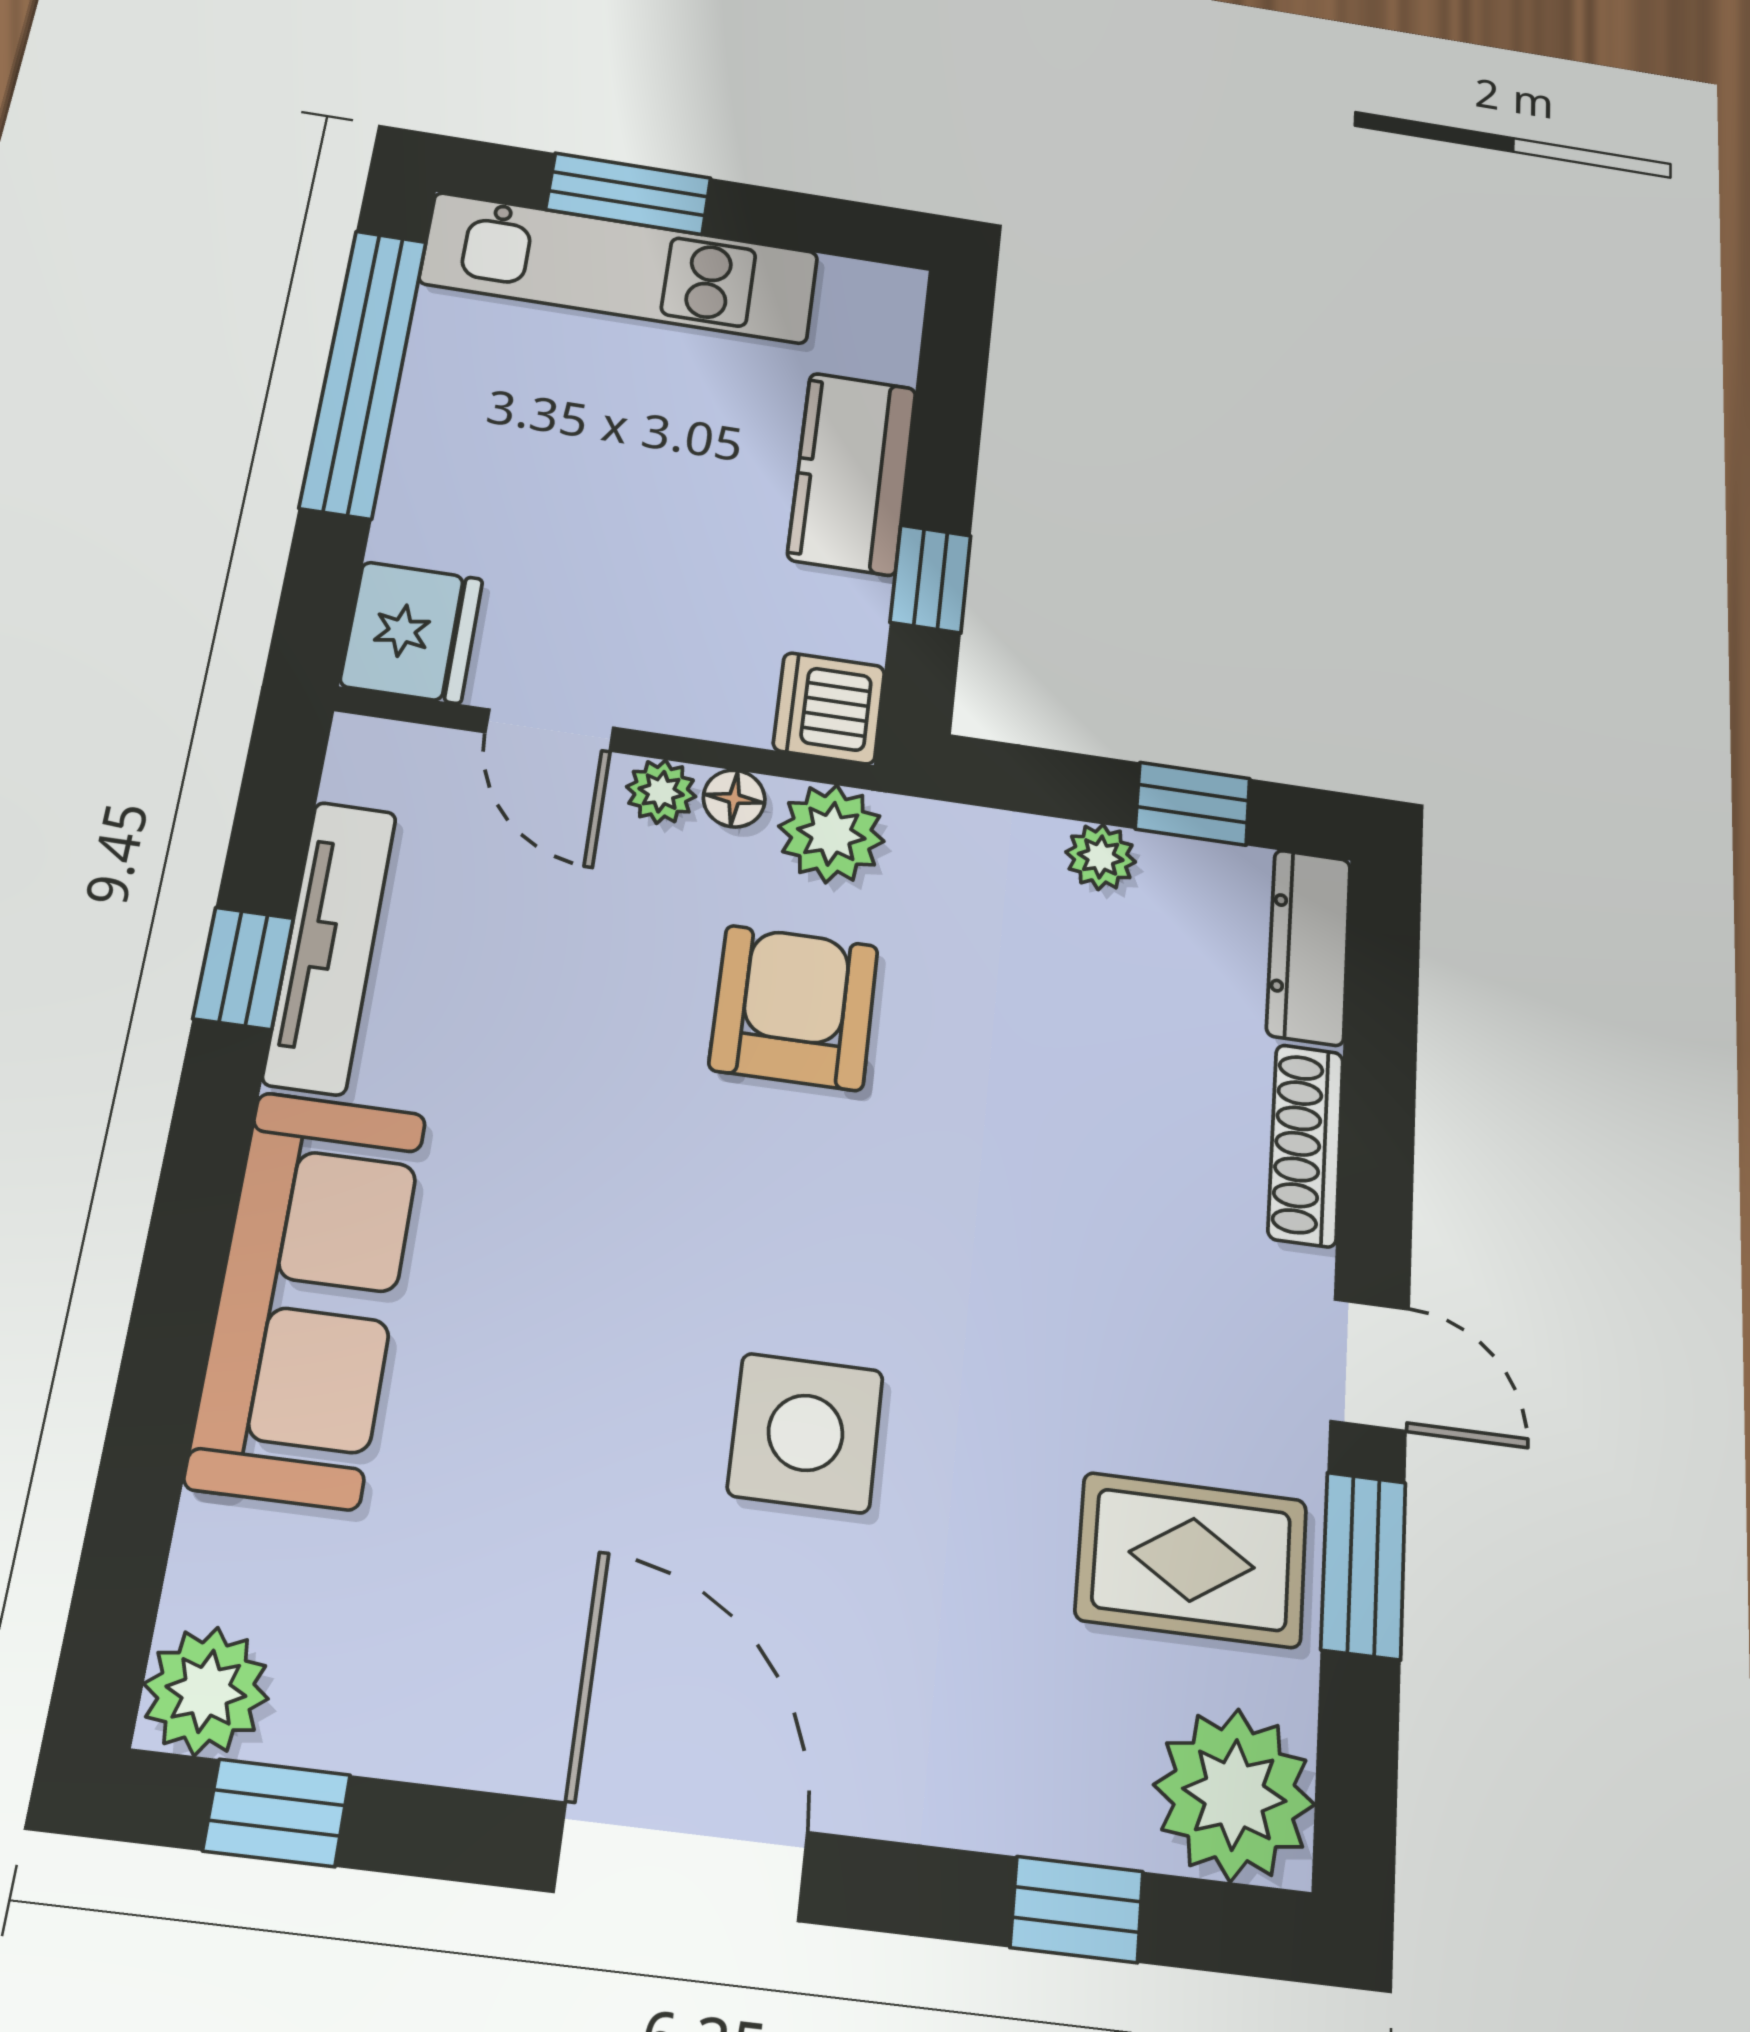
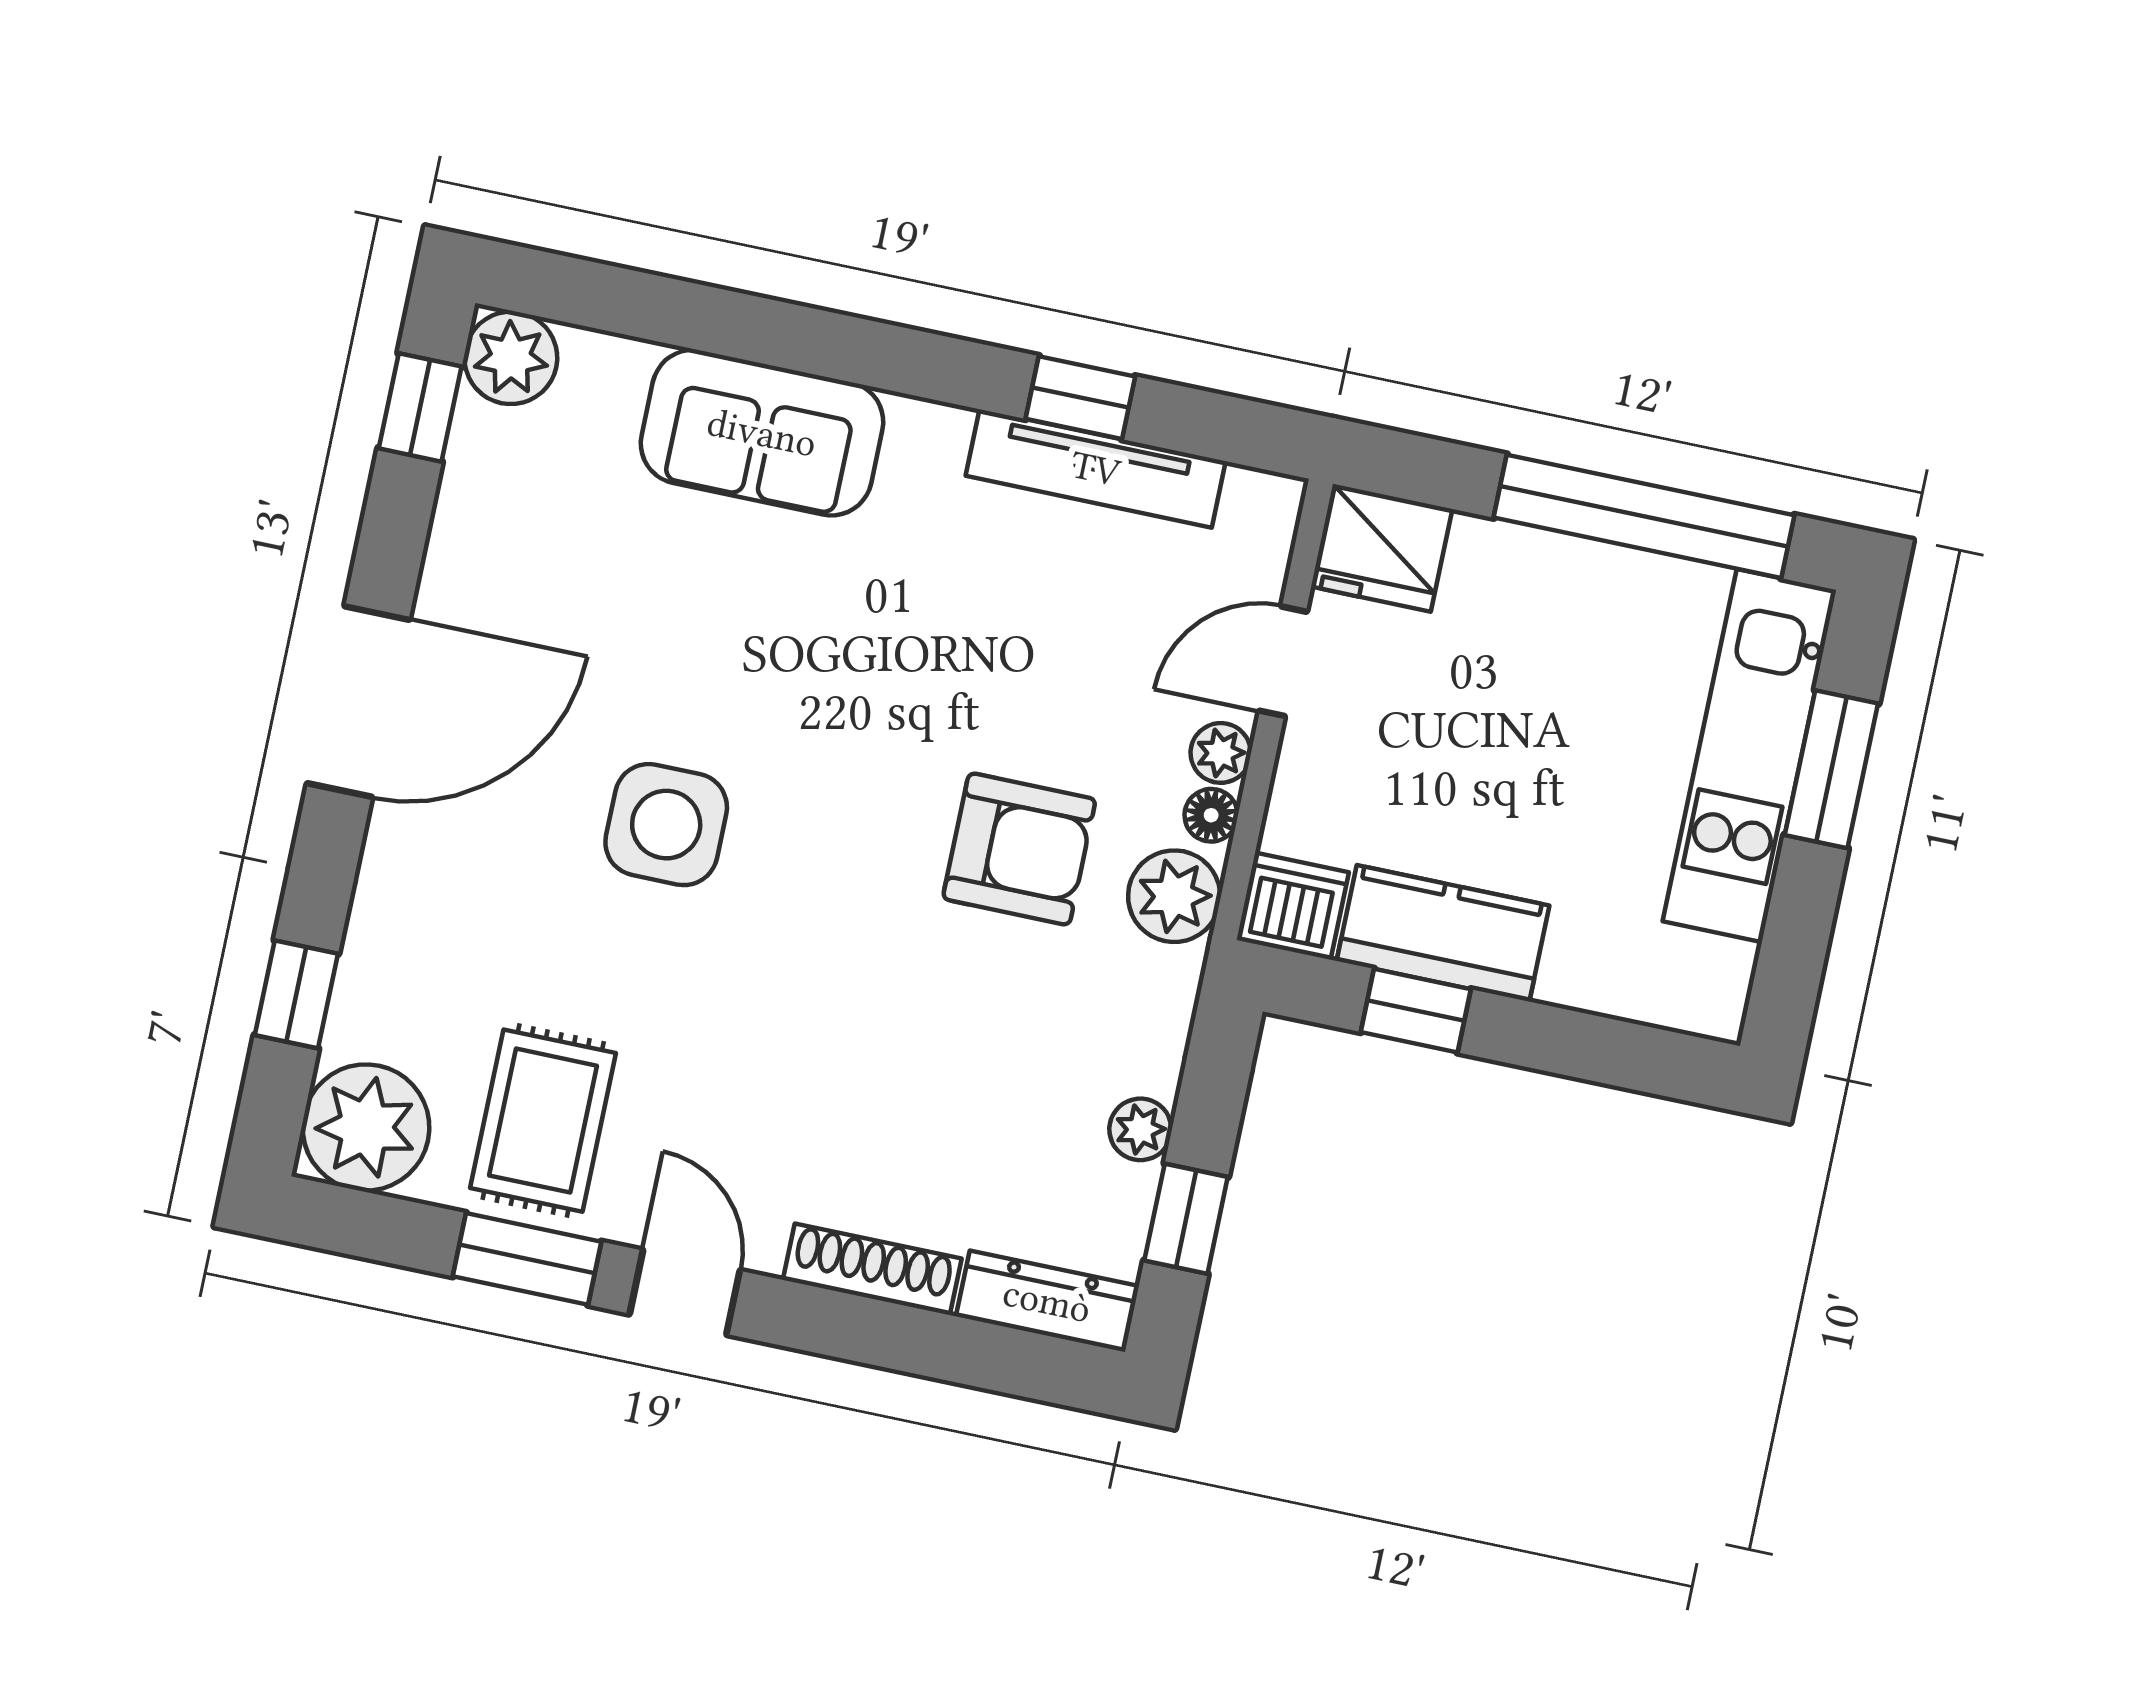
kitchen counter: (852, 473) -> (1443, 933), moved
sofa: (308, 1296) -> (762, 433), width x0.73
door: (1370, 1365) -> (685, 1292), swing flipped

